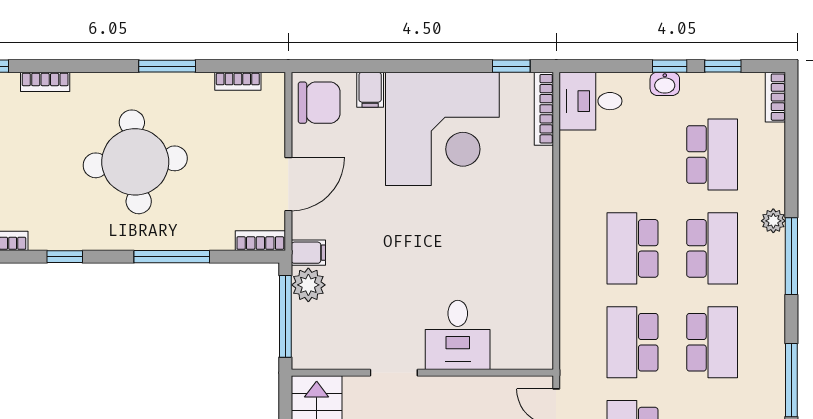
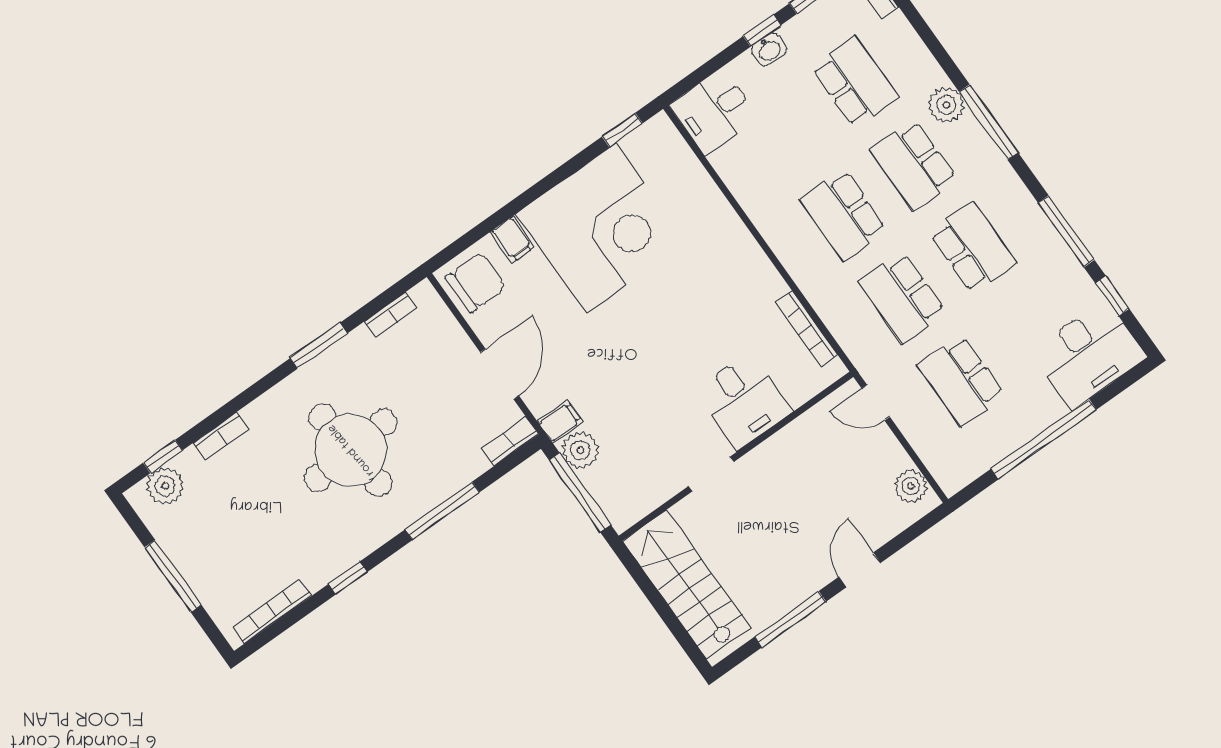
bookcase: (544, 109) -> (806, 328), moved
plant: (773, 221) -> (946, 105), width x1.38, depth x1.38
school desk: (712, 248) -> (914, 165), turned 180

